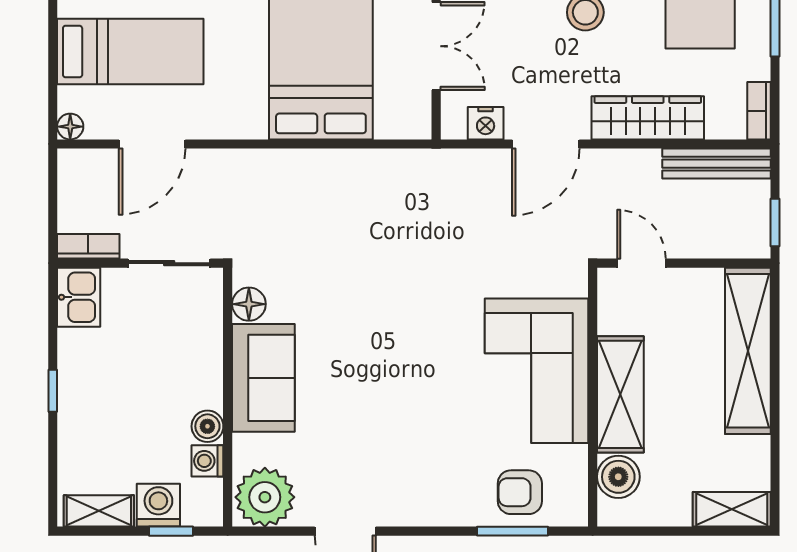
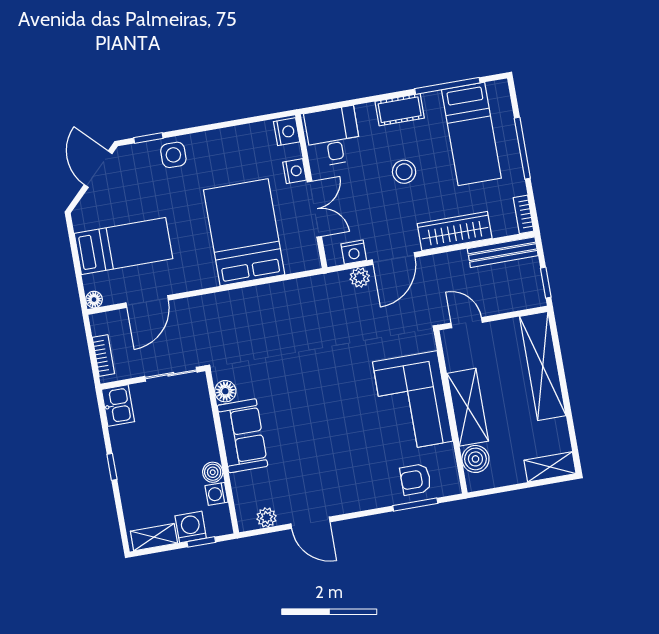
plant: (488, 164) -> (360, 277), added
bookcase: (88, 246) -> (103, 355), moved, turned 90
plant: (265, 497) -> (267, 517), width x0.53, depth x0.53

